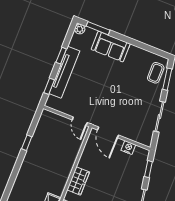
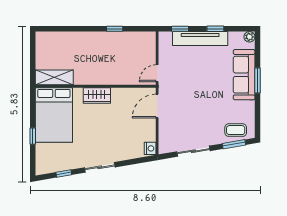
window: (98, 28) -> (257, 80), moved
sofa: (111, 47) -> (244, 75), width x1.36
nightstand: (128, 148) -> (150, 148), moved
window: (148, 169) -> (137, 161), removed

